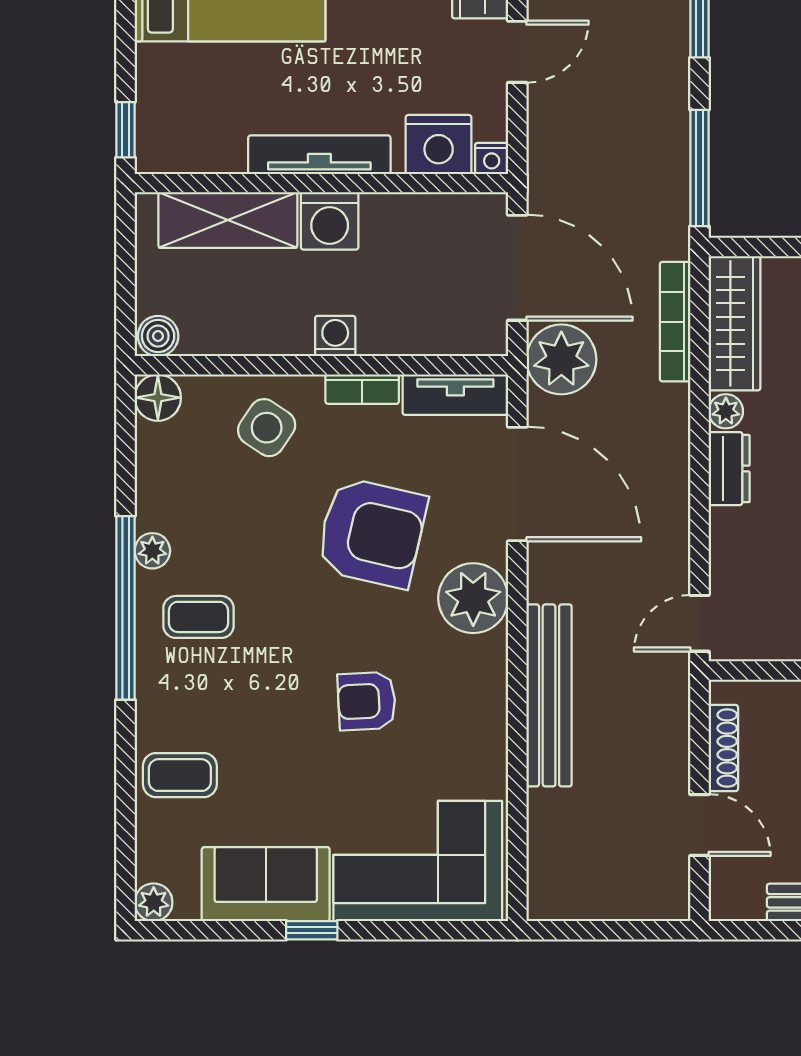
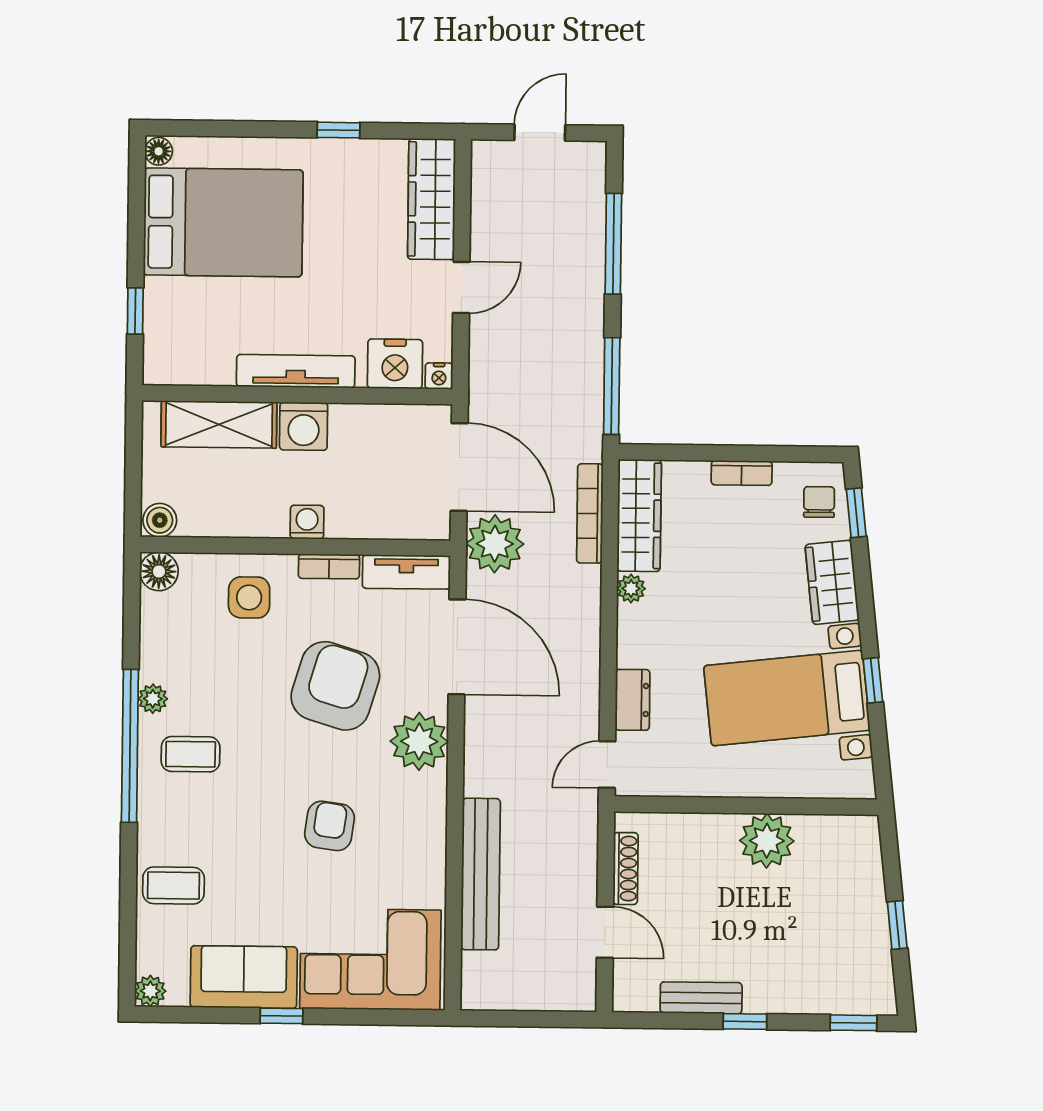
window: (126, 130) -> (135, 311), moved
side table: (267, 428) -> (249, 597), turned -34
dresser: (729, 469) -> (633, 700), moved
armchair: (372, 533) -> (335, 686), turned -86
bench: (549, 695) -> (481, 874), moved
armchair: (367, 701) -> (329, 826), turned 101

